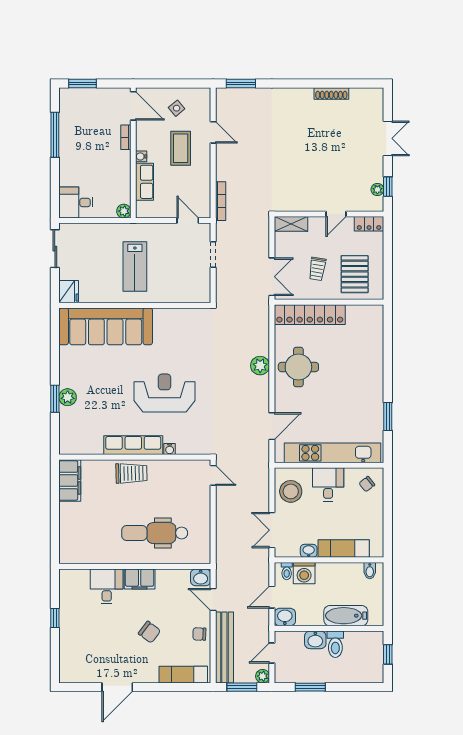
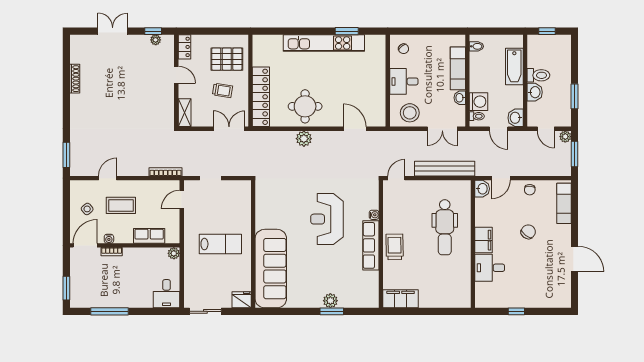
water cooler: (141, 156) -> (109, 239), moved
kitchen unit: (332, 453) -> (324, 43), moved, turned -90
bench: (224, 647) -> (445, 169), moved

